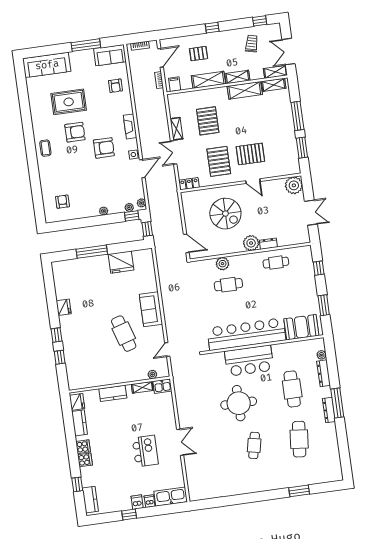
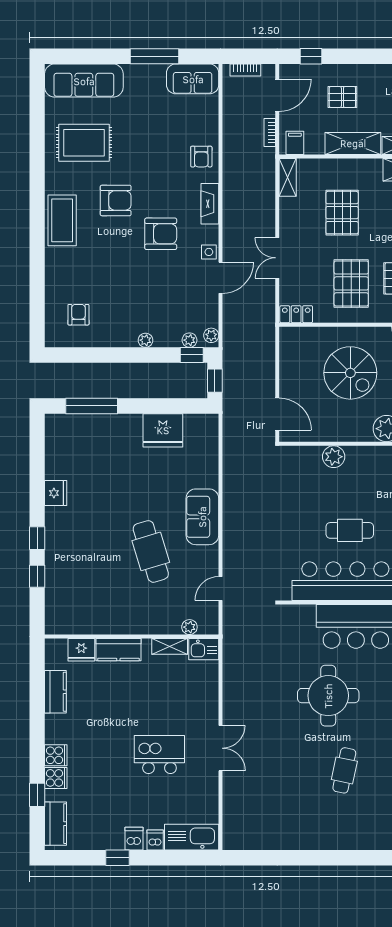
window: (212, 28) -> (311, 56), moved
armchair: (115, 86) -> (201, 157), moved
rug: (69, 102) -> (84, 143), moved
shelving: (176, 129) -> (288, 177), moved
coffee table: (45, 148) -> (62, 220), width x1.86, depth x1.72
window: (92, 252) -> (92, 406), moved
cafe table: (228, 285) -> (350, 530), moved
fridge: (77, 402) -> (81, 650), moved, turned 90
cooker: (83, 447) -> (56, 778), moved
kitchen island: (145, 451) -> (159, 755), turned -90

